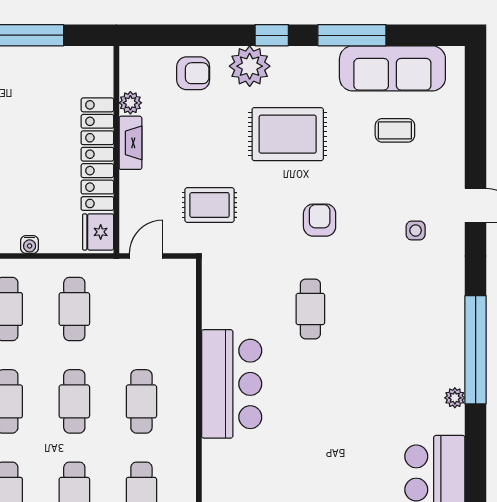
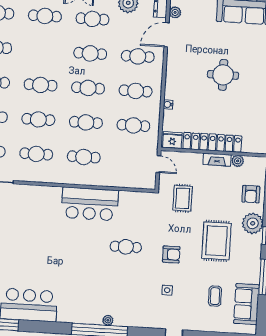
sofa: (392, 68) -> (246, 304), width x0.73
side table: (416, 230) -> (167, 290), moved
plant: (455, 398) -> (108, 320), moved

